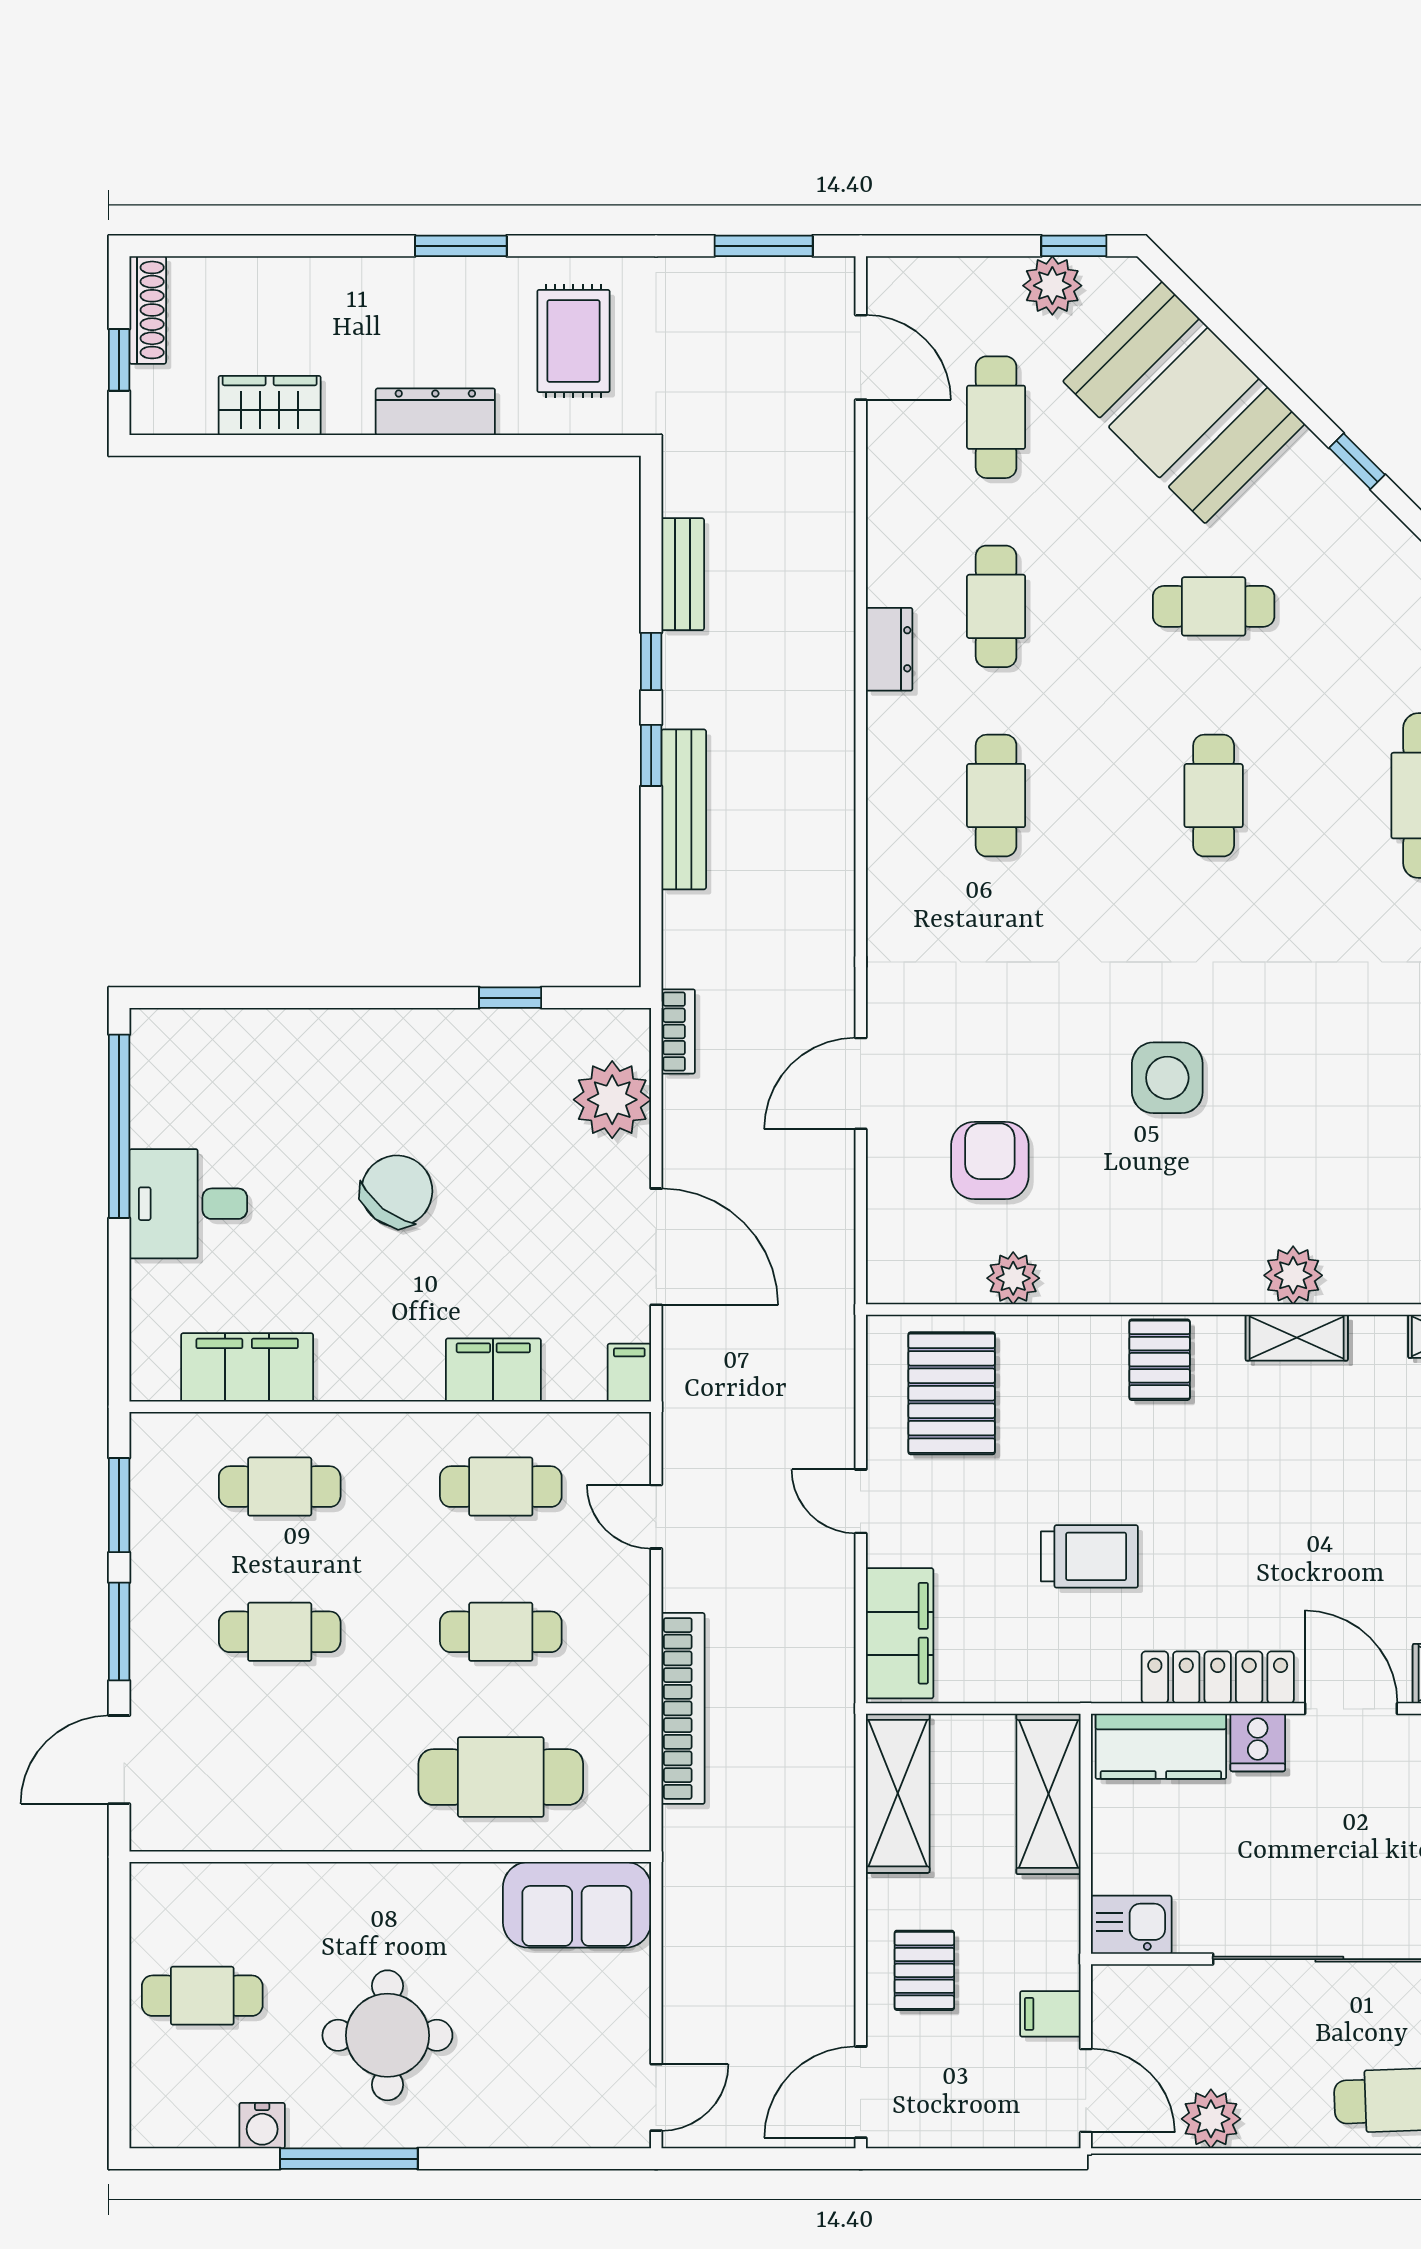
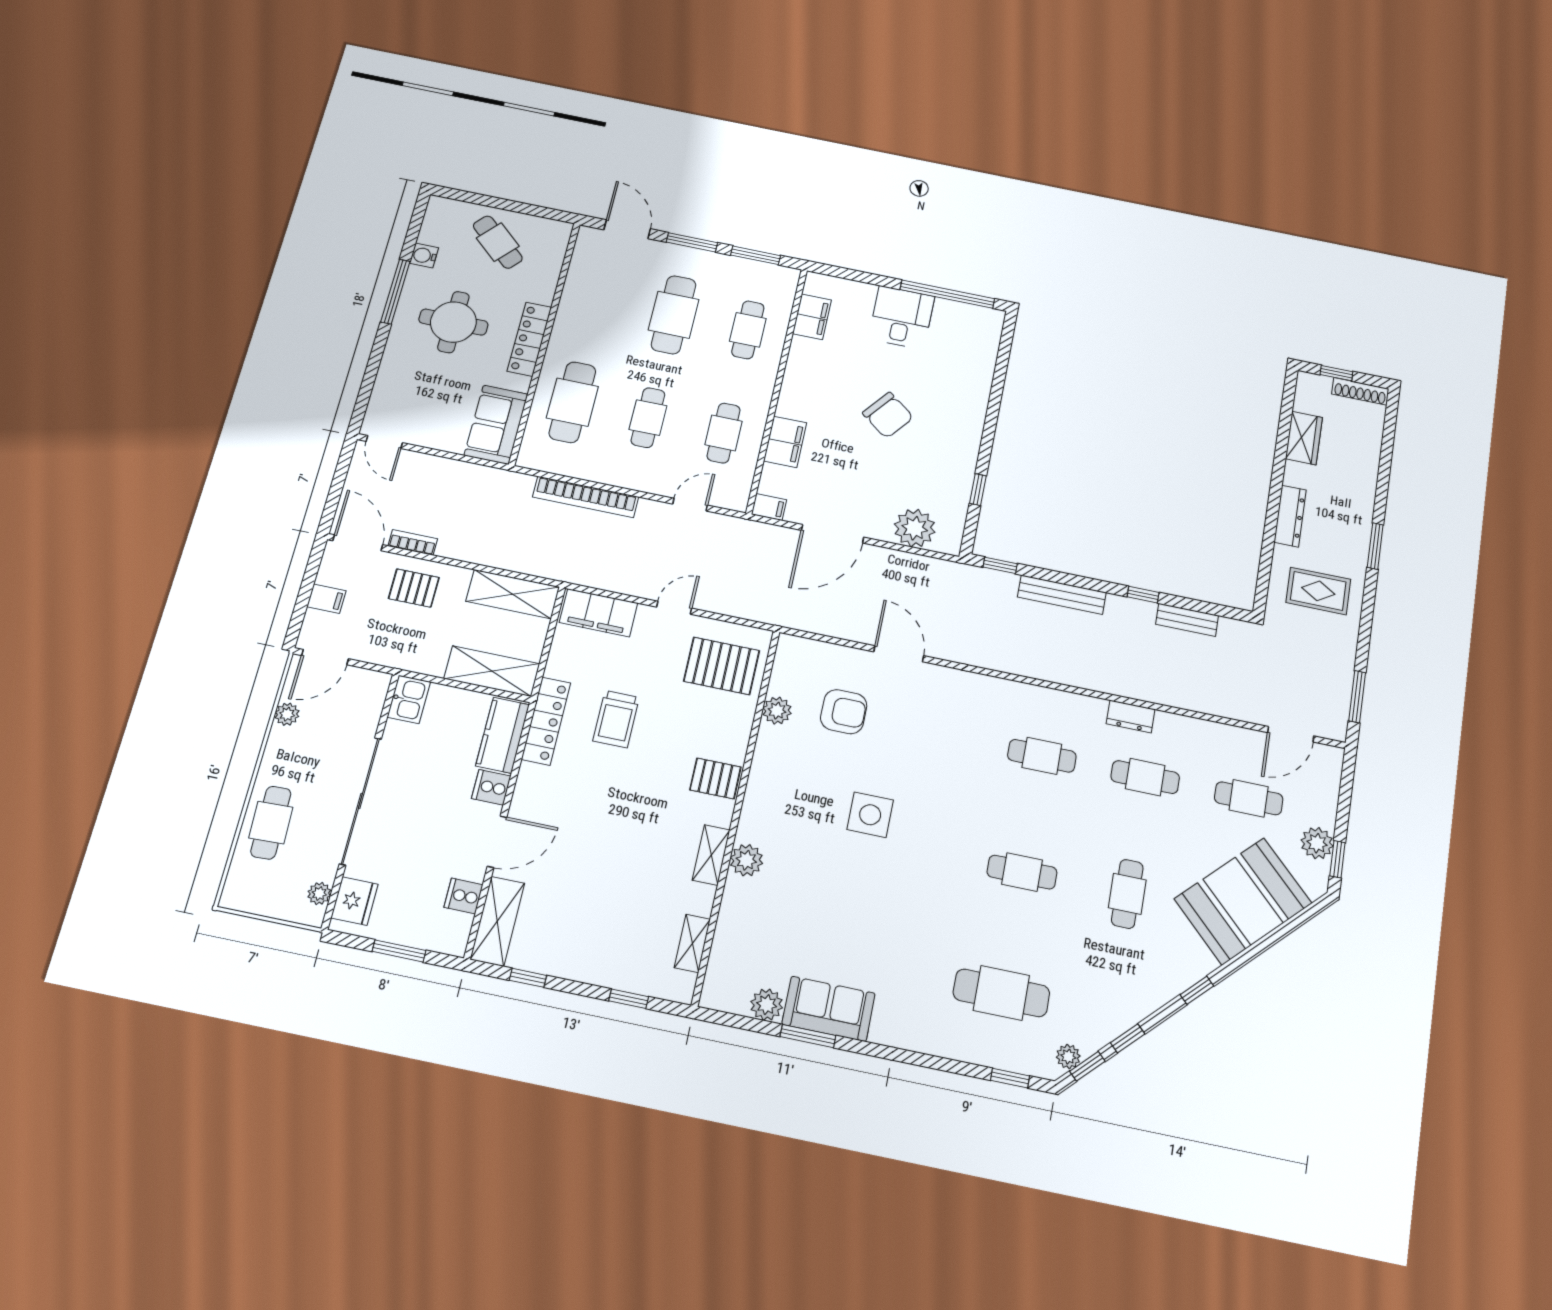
window: (651, 755) -> (1000, 565), moved
bookcase: (678, 1031) -> (413, 542), moved, turned 180
filing cabinet: (247, 1367) -> (812, 317), width x0.67, depth x0.86
cafe table: (280, 1632) -> (674, 315), width x1.37, depth x1.35
locker: (1218, 1677) -> (546, 721), moved
locker: (391, 1887) -> (529, 339), added
cafe table: (202, 1996) -> (498, 242), turned -48
filing cabinet: (1050, 2014) -> (326, 599), moved, turned 90
plant: (1211, 2119) -> (287, 714), width x0.73, depth x0.73

